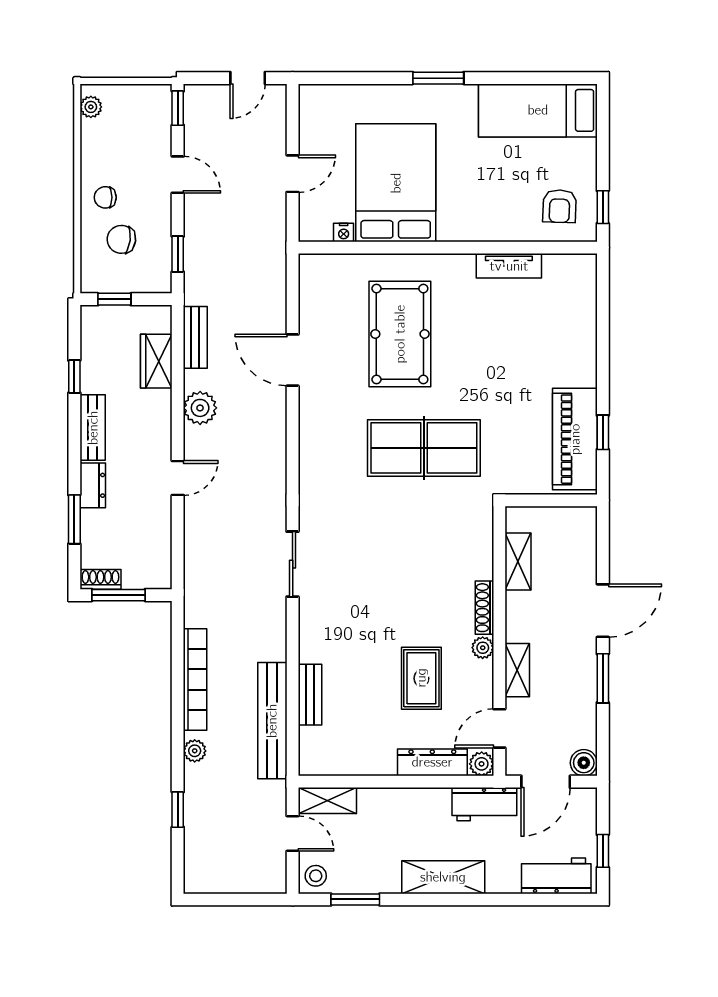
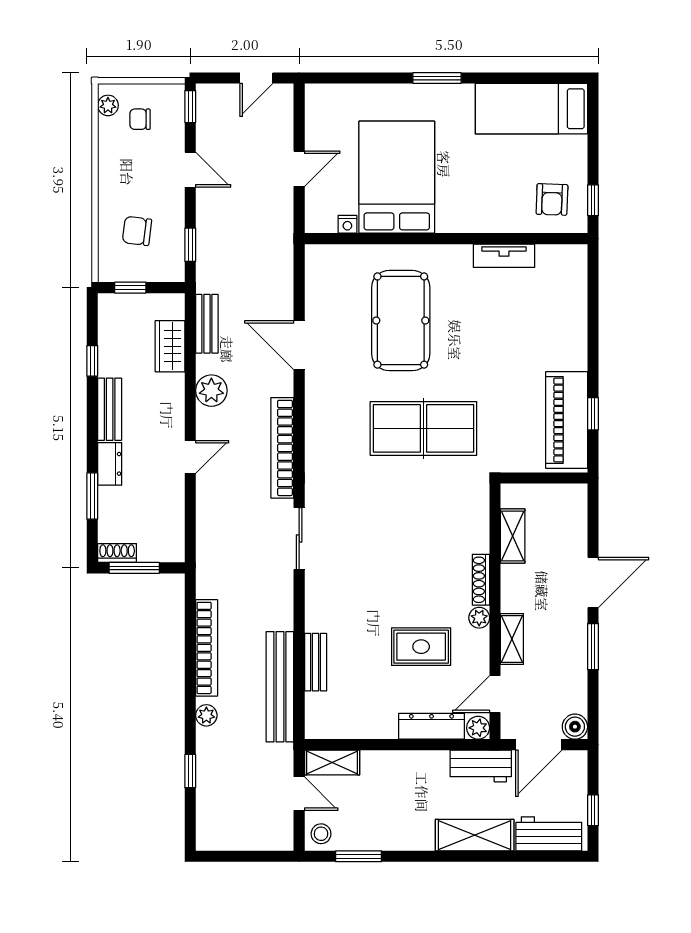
chair: (105, 197) -> (140, 119), moved
bookcase: (275, 468) -> (282, 448), added
rug: (421, 678) -> (421, 647), turned 90
shelving: (443, 877) -> (475, 835), moved

